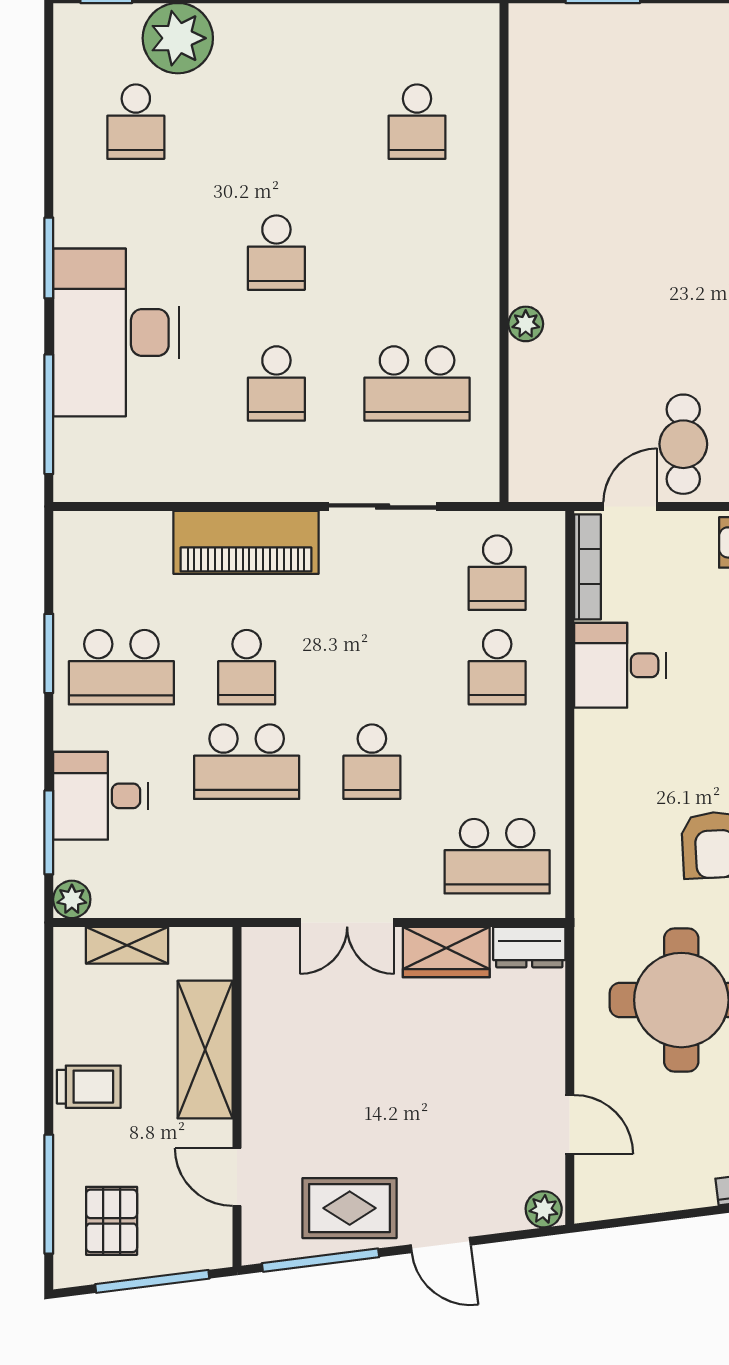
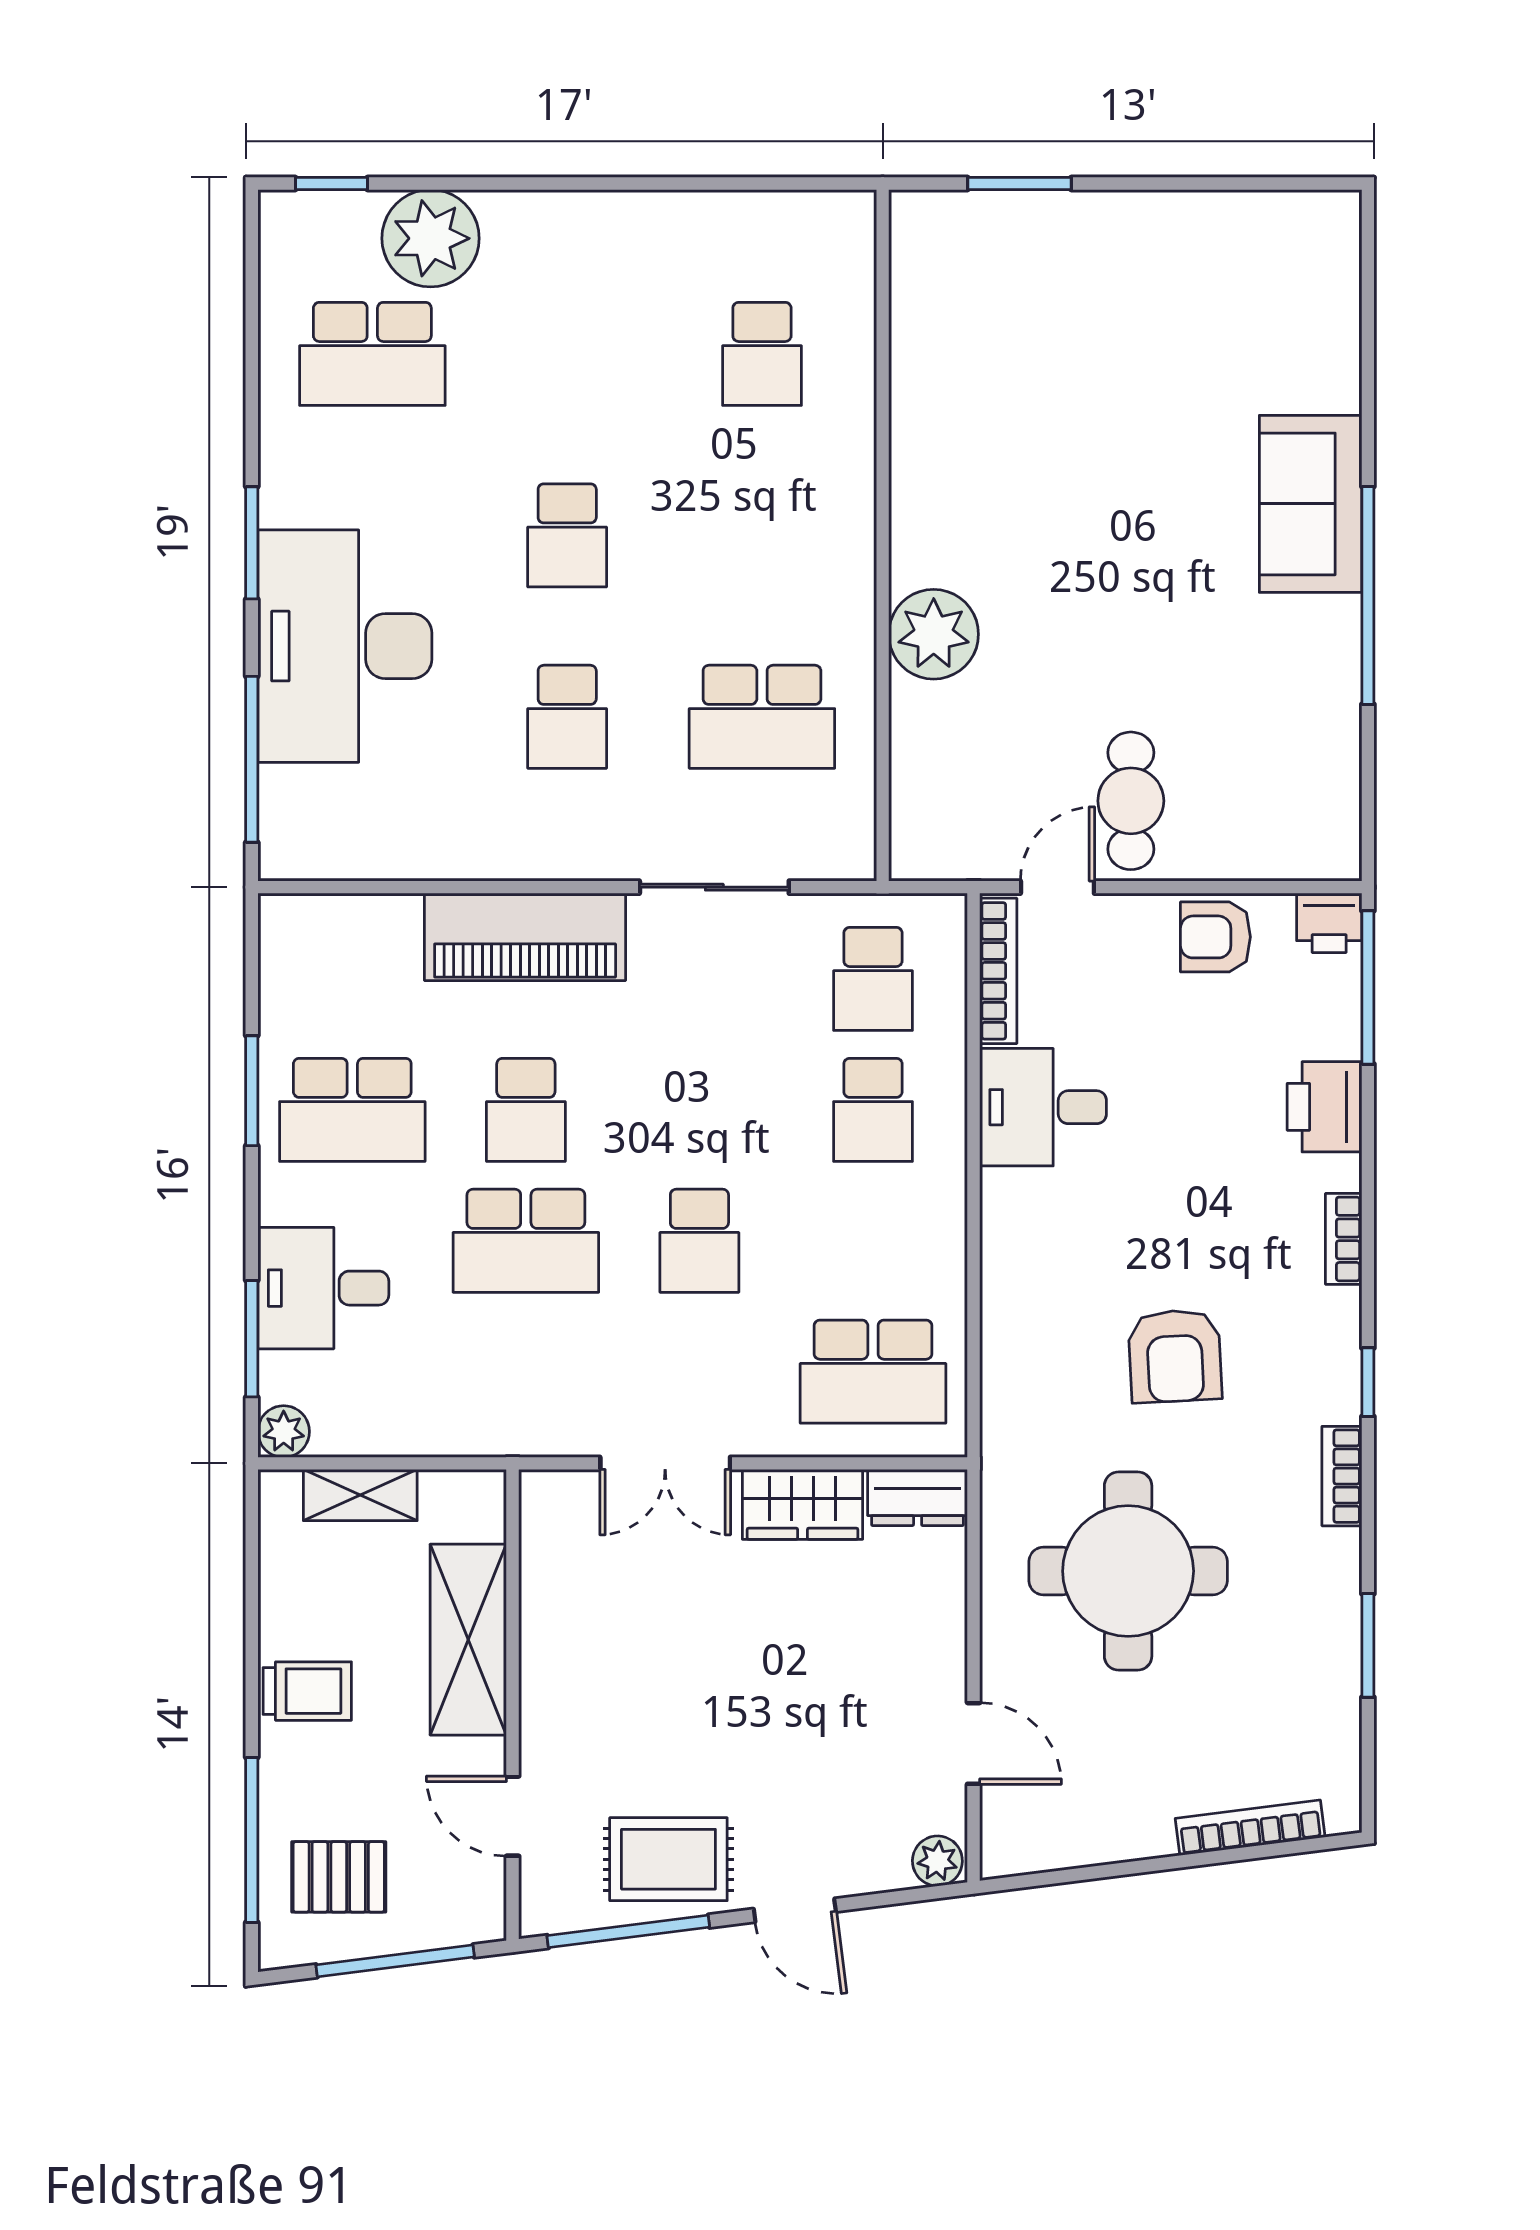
school desk: (136, 122) -> (372, 354), width x1.85
plant: (526, 324) -> (934, 634), width x1.87, depth x1.87
pallet: (112, 1221) -> (339, 1877), turned 90

